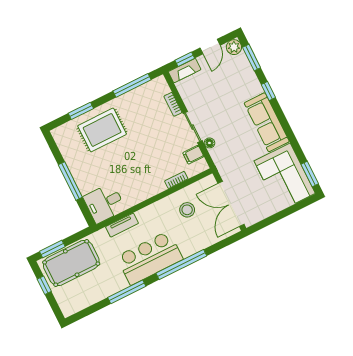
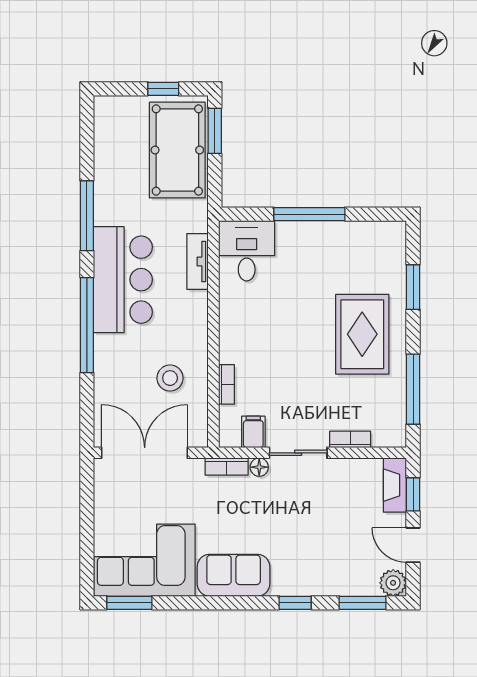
sofa: (267, 122) -> (234, 575), width x0.73
rug: (102, 130) -> (362, 334), moved
bookcase: (217, 159) -> (227, 467), added

